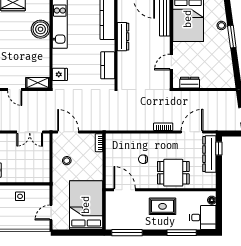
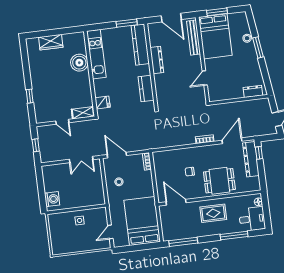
dresser: (190, 83) -> (253, 91), moved

